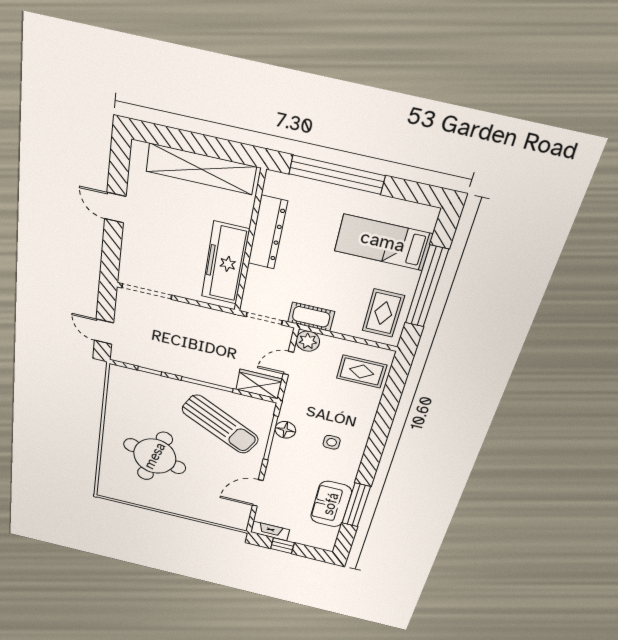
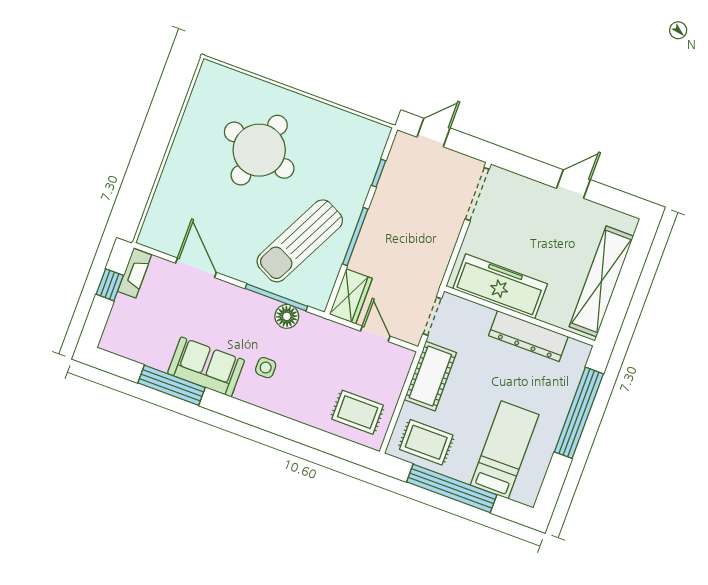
cot: (311, 317) -> (430, 376), width x1.37, depth x1.34
plant: (308, 341) -> (400, 359), removed
rug: (362, 372) -> (358, 412), turned 90
sofa: (331, 504) -> (206, 367), moved

